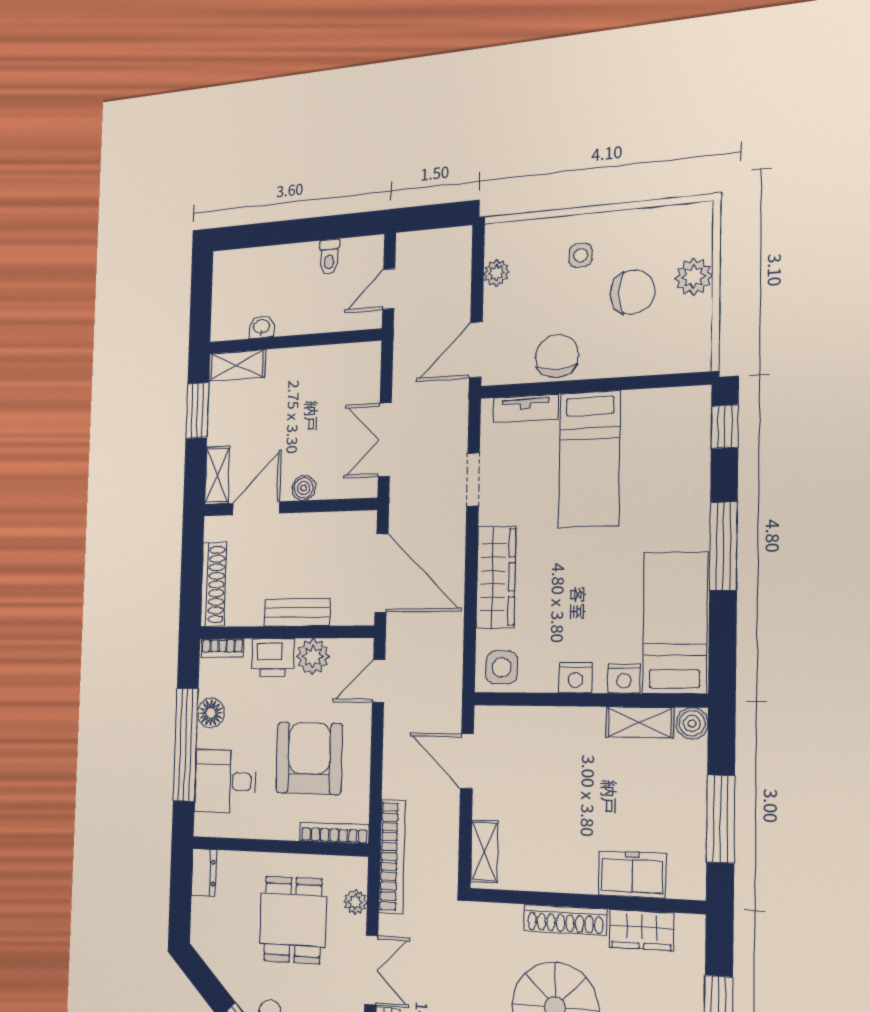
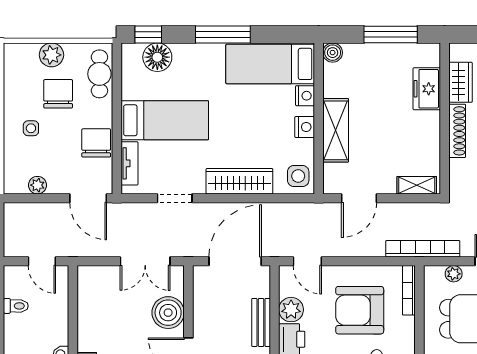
cafe table: (663, 354) -> (99, 74), added
chair: (557, 356) -> (96, 143), turned 90
floor lamp: (688, 443) -> (157, 57), added
boiler: (304, 488) -> (168, 313), width x1.86, depth x1.86
shelving: (640, 722) -> (336, 130), moved, width x1.50, depth x1.33

